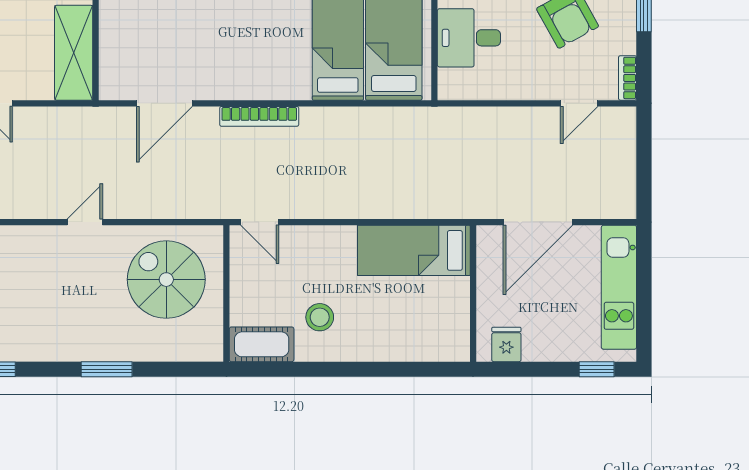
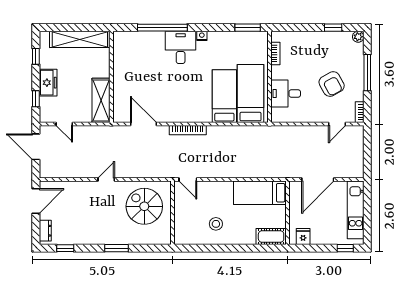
door: (165, 103) -> (143, 124), swing flipped
cot: (262, 344) -> (271, 237), moved

